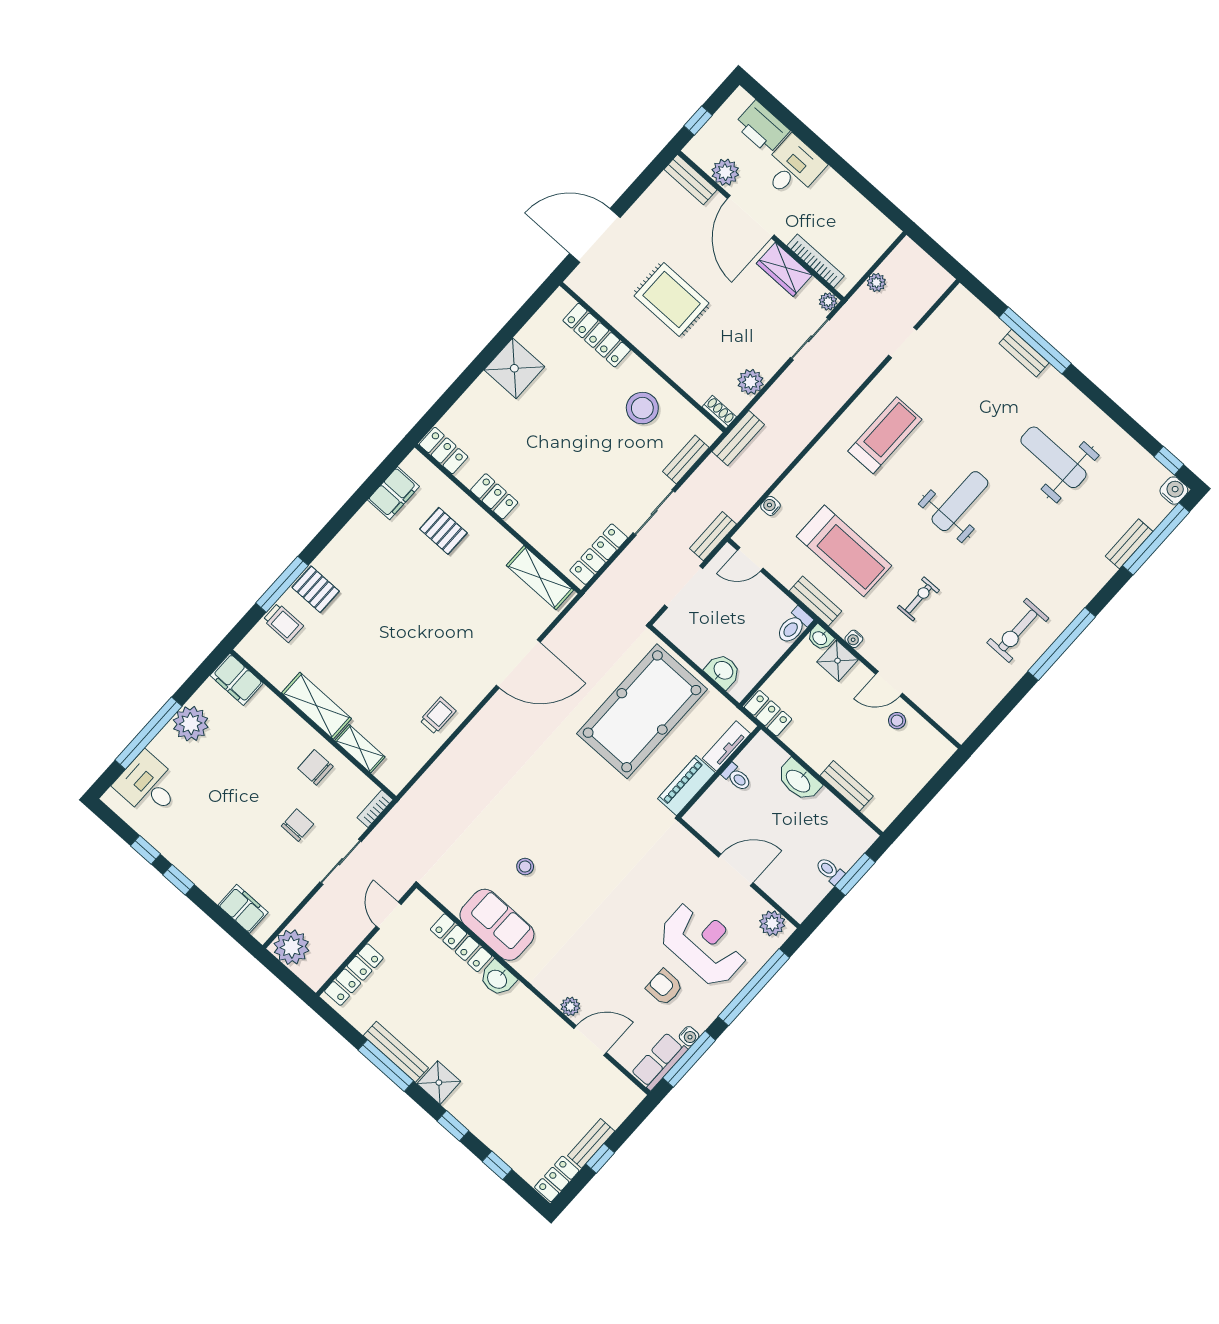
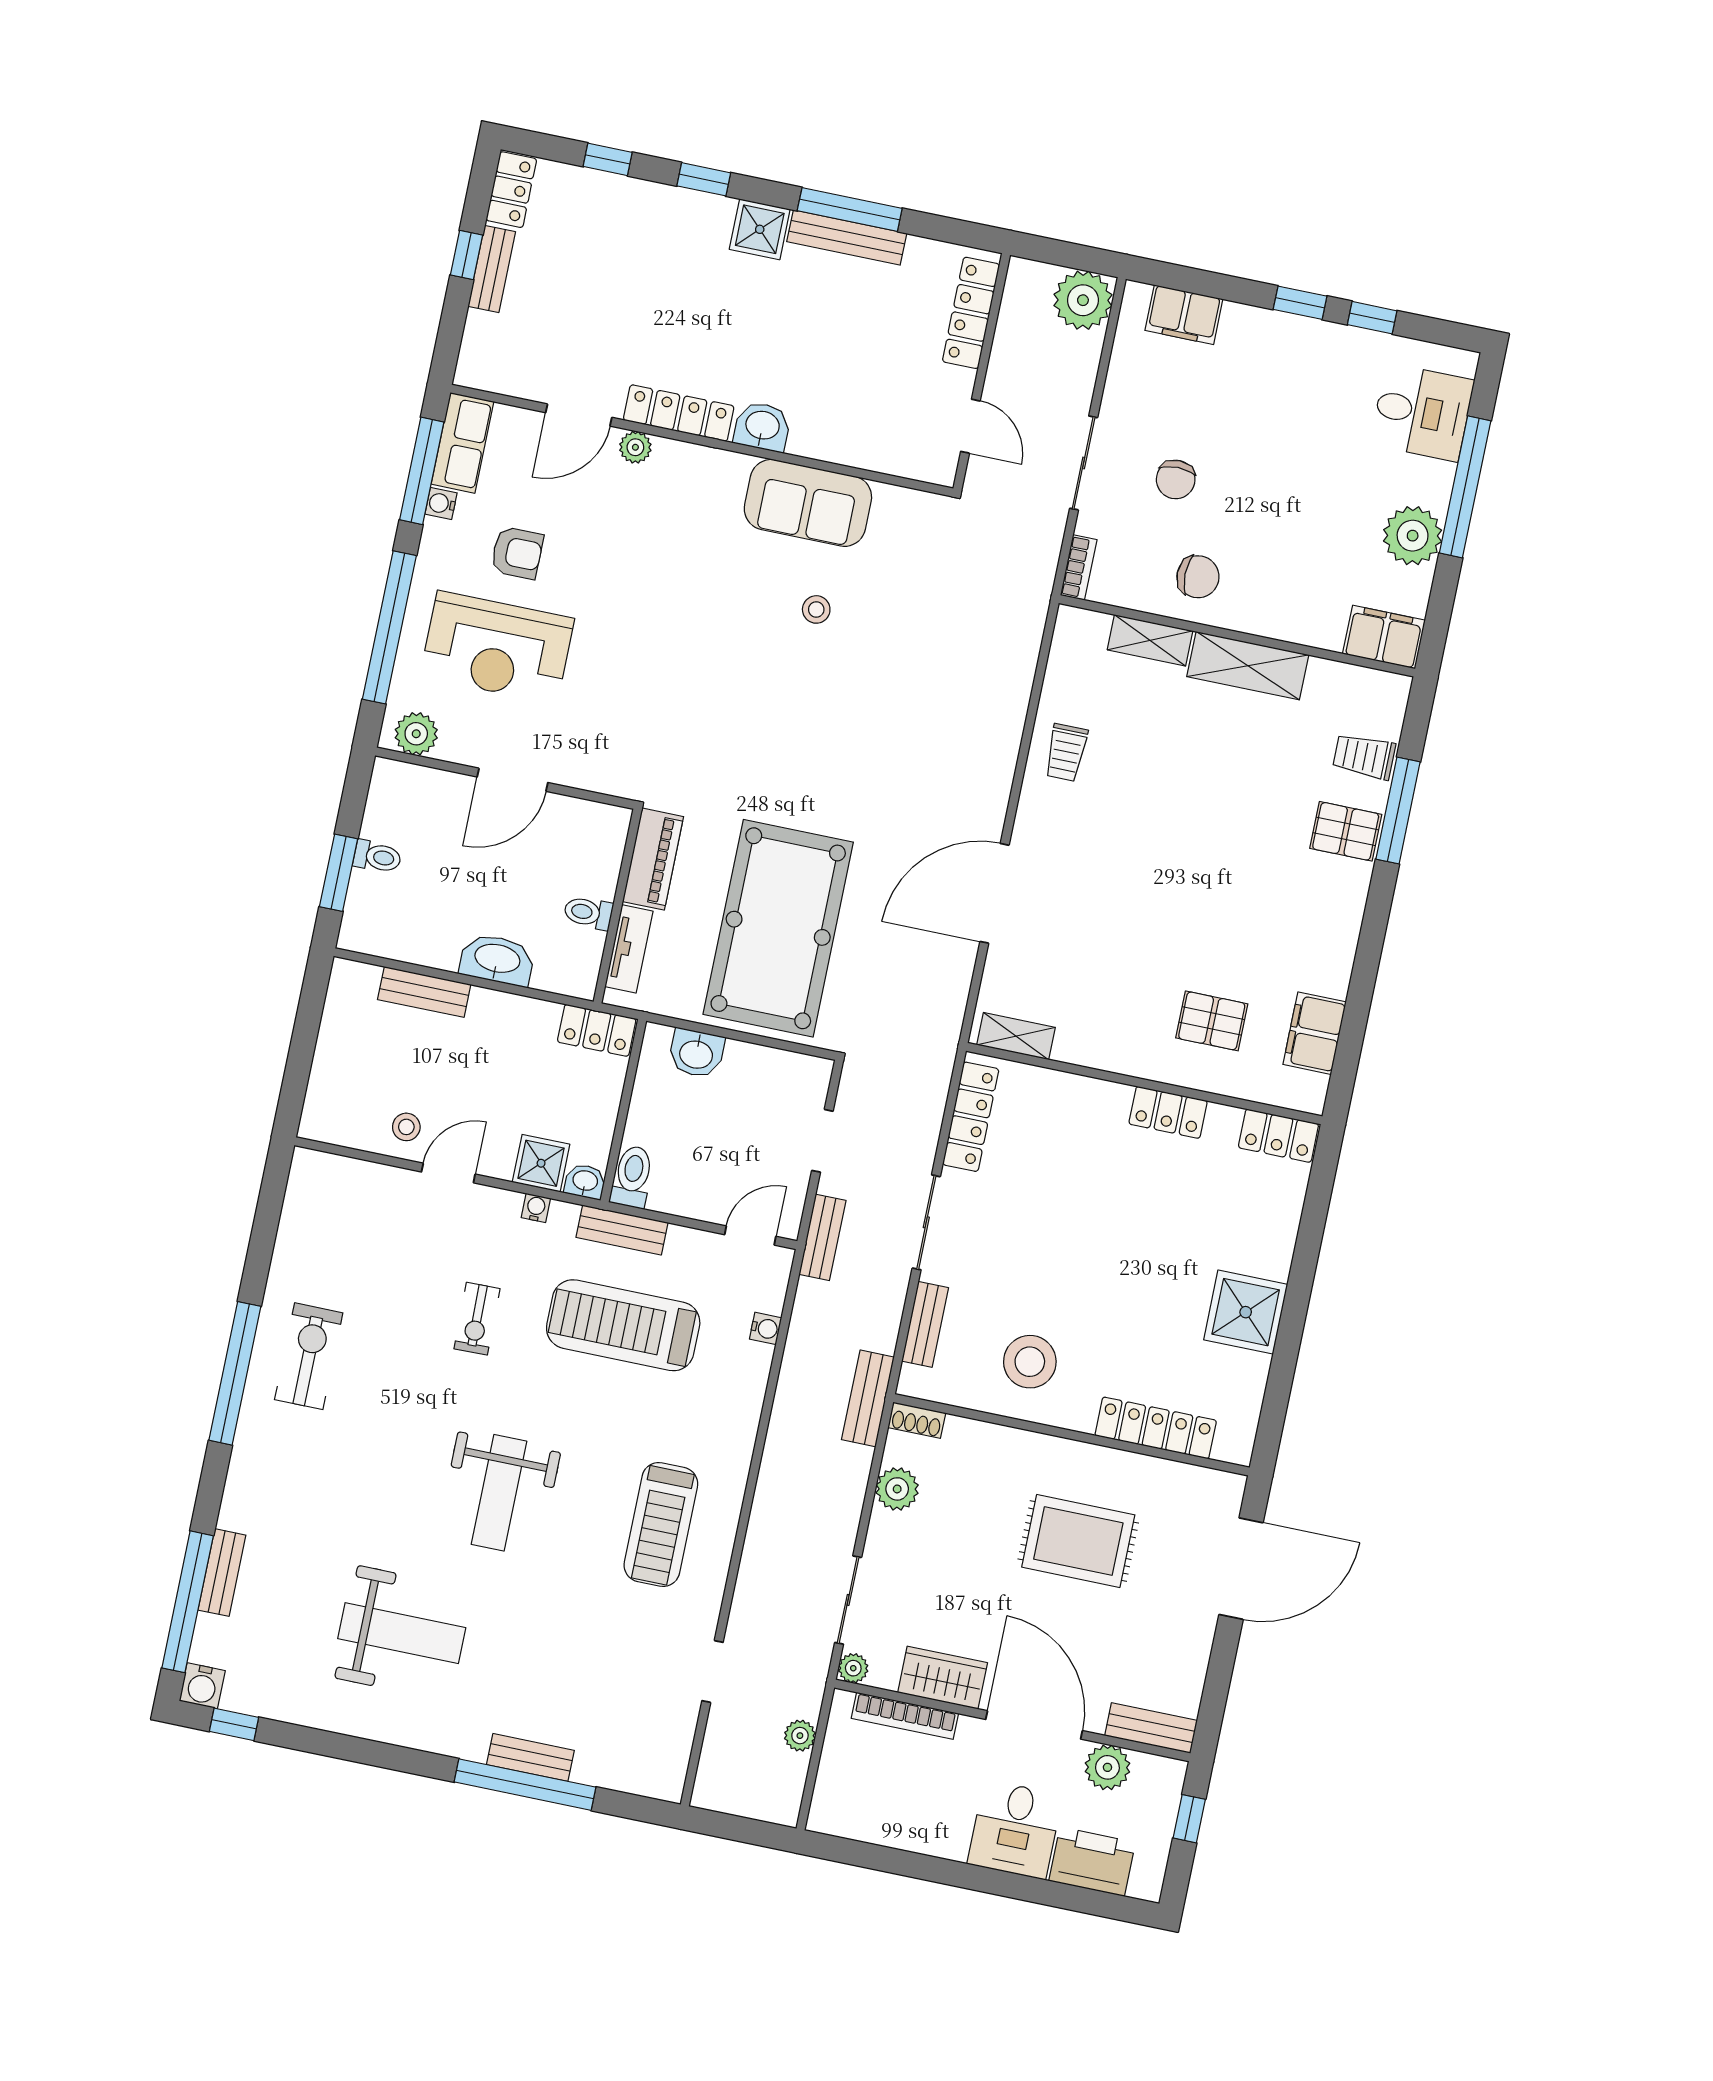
shelving: (540, 578) -> (1016, 1036), width x0.67, depth x0.75
doorway: (684, 587) -> (822, 1141), width x0.73
locker: (461, 943) -> (679, 413), moved

